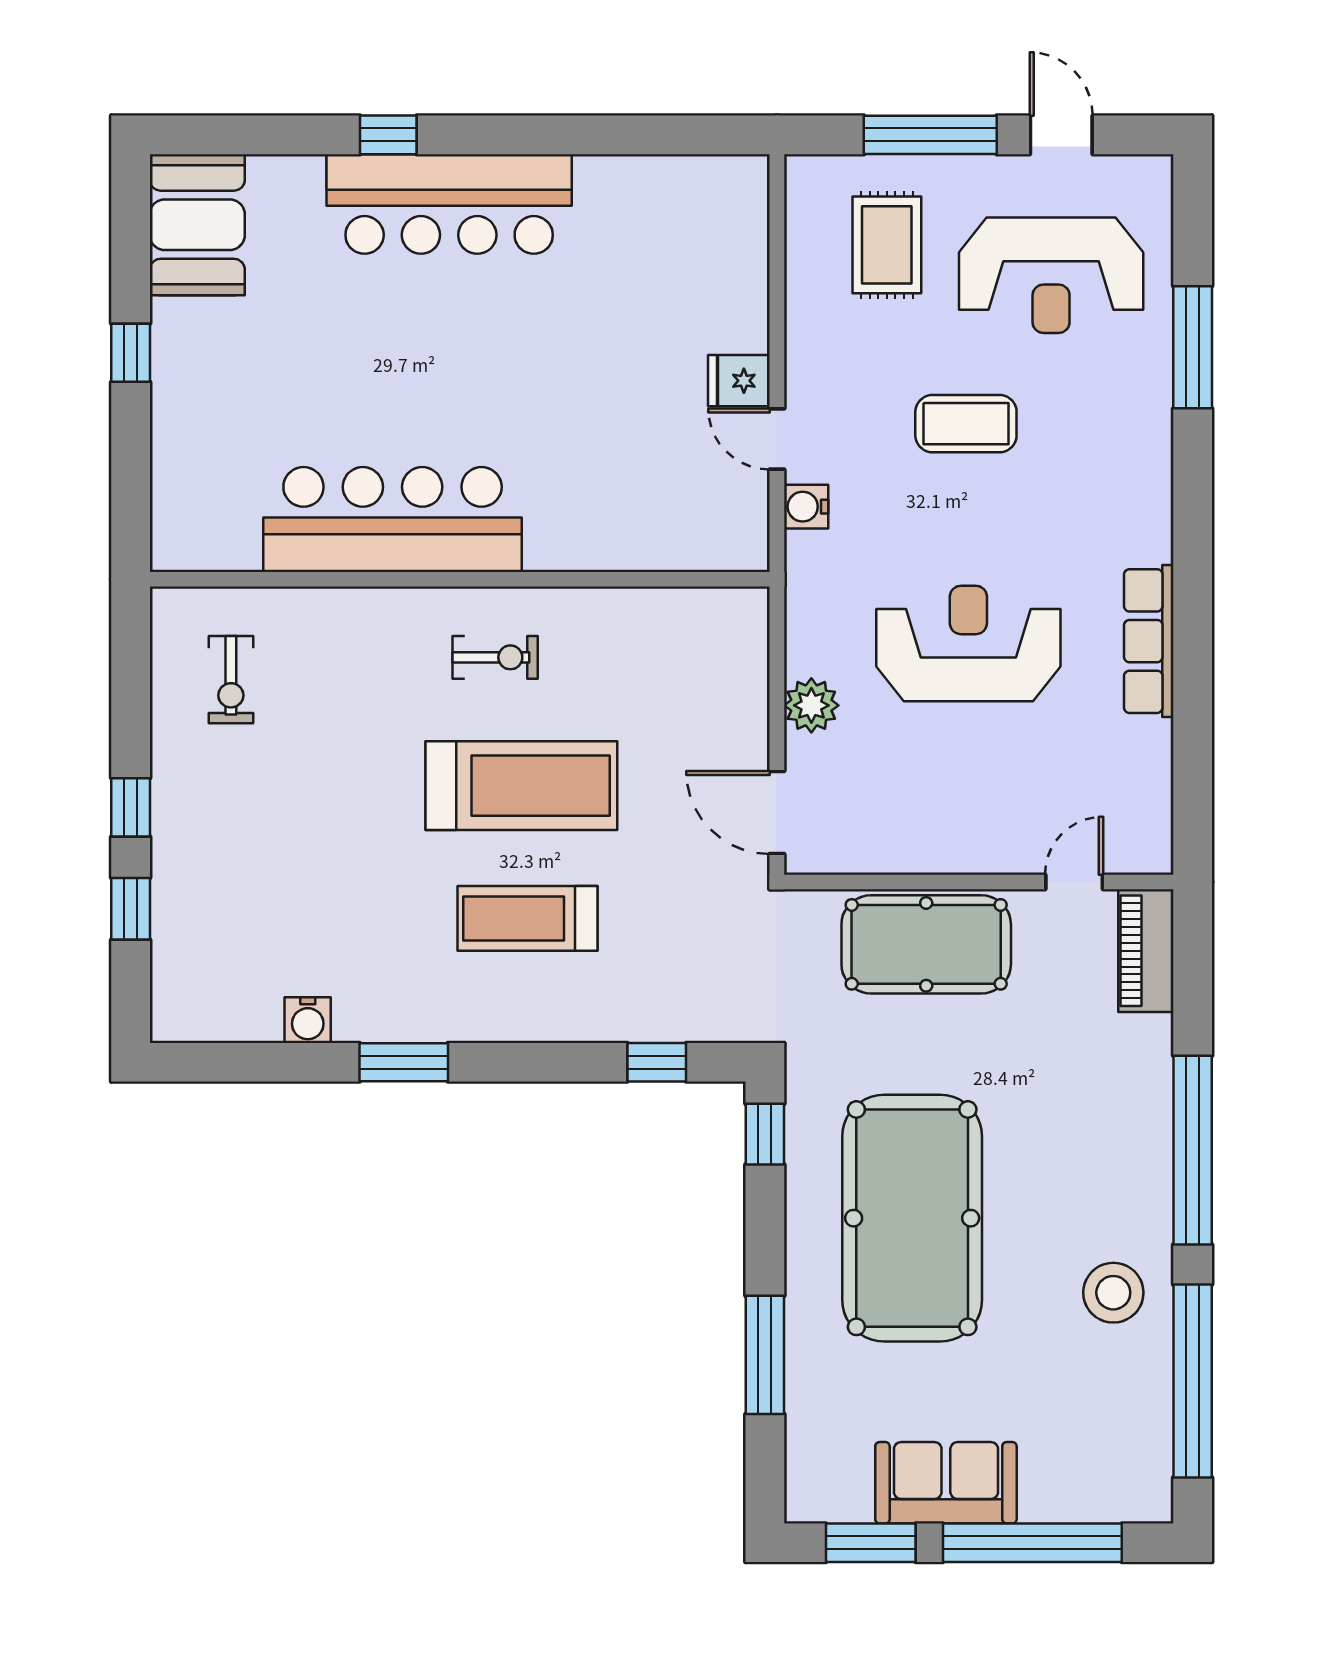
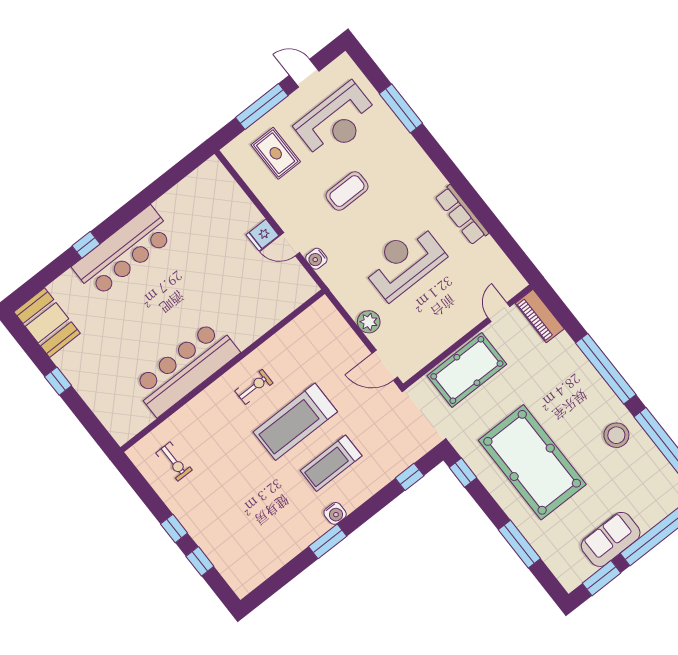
treadmill: (521, 786) -> (295, 422), turned 180
water cooler: (308, 1020) -> (335, 513), moved

